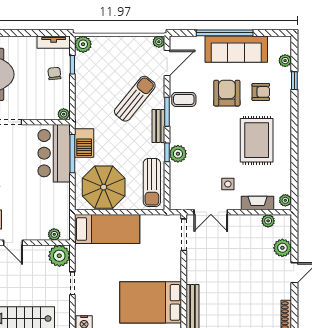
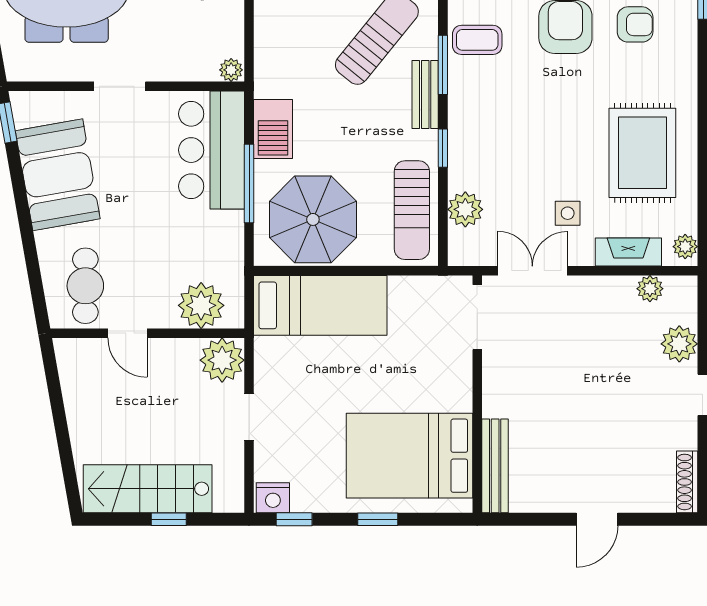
rug: (257, 140) -> (642, 153), moved
window: (72, 154) -> (249, 184), moved
plant: (178, 154) -> (465, 209), moved
double door: (211, 212) -> (532, 271), swing flipped
plant: (54, 234) -> (201, 305), width x1.88, depth x1.88

